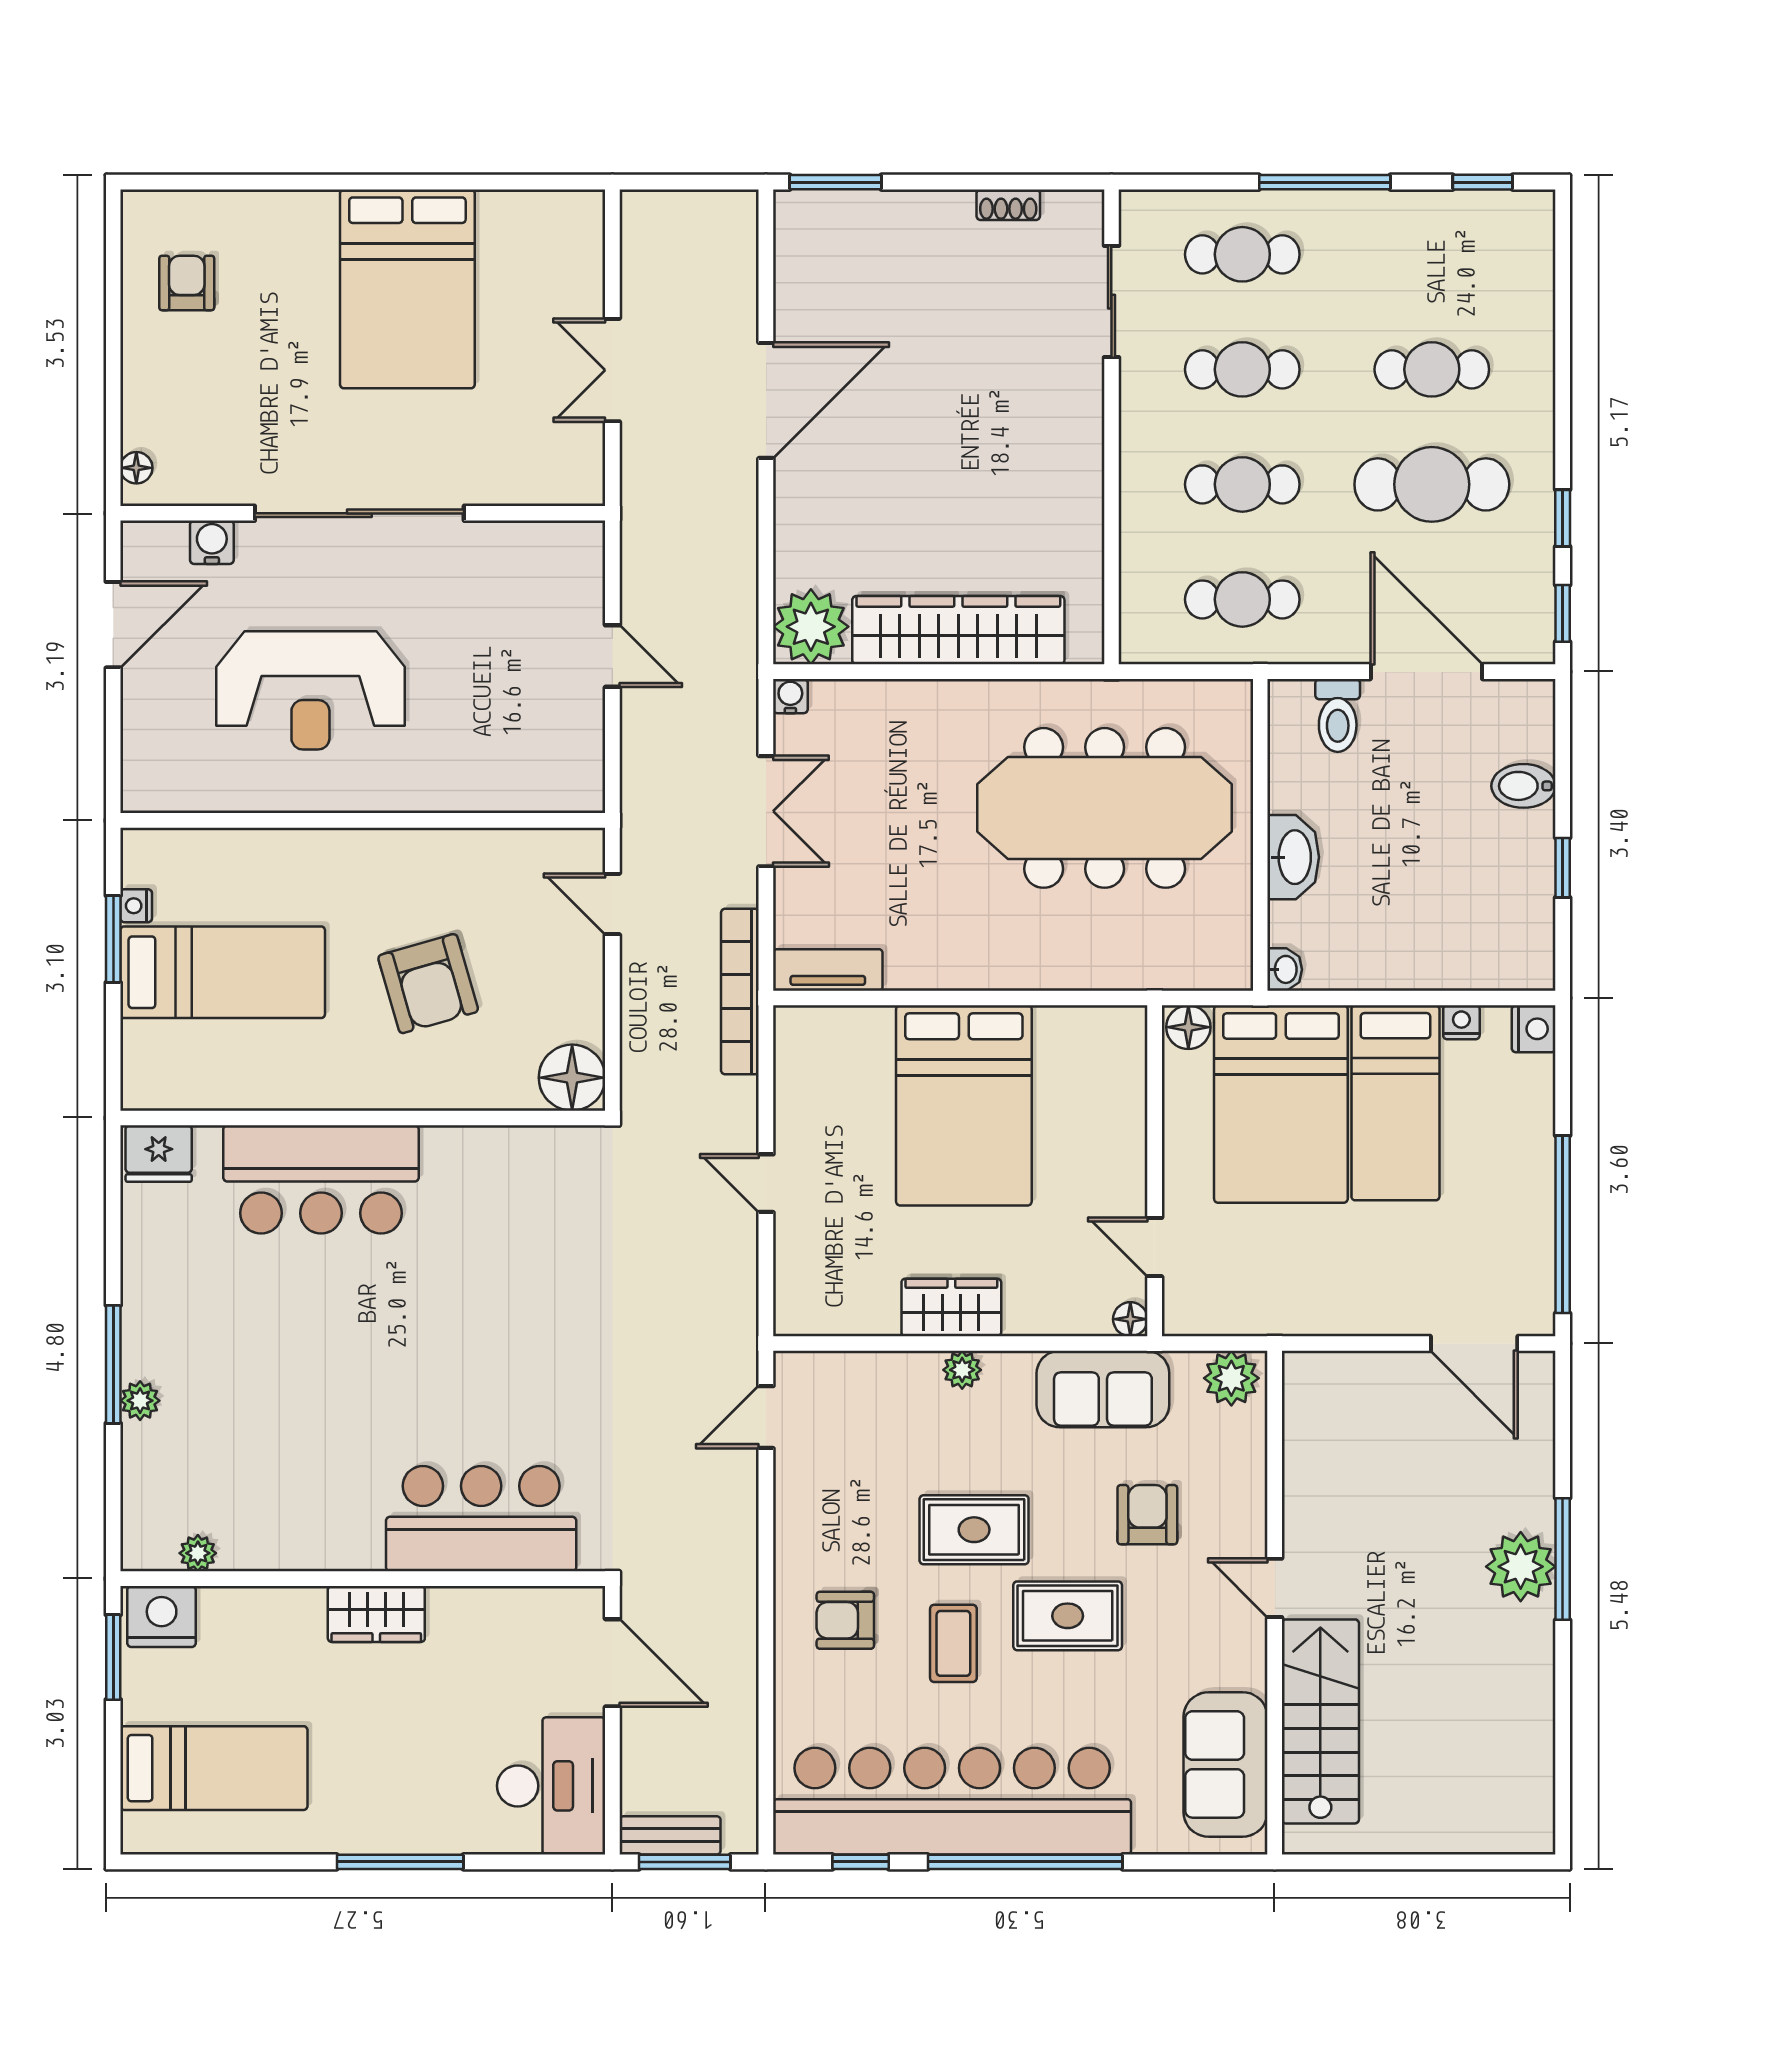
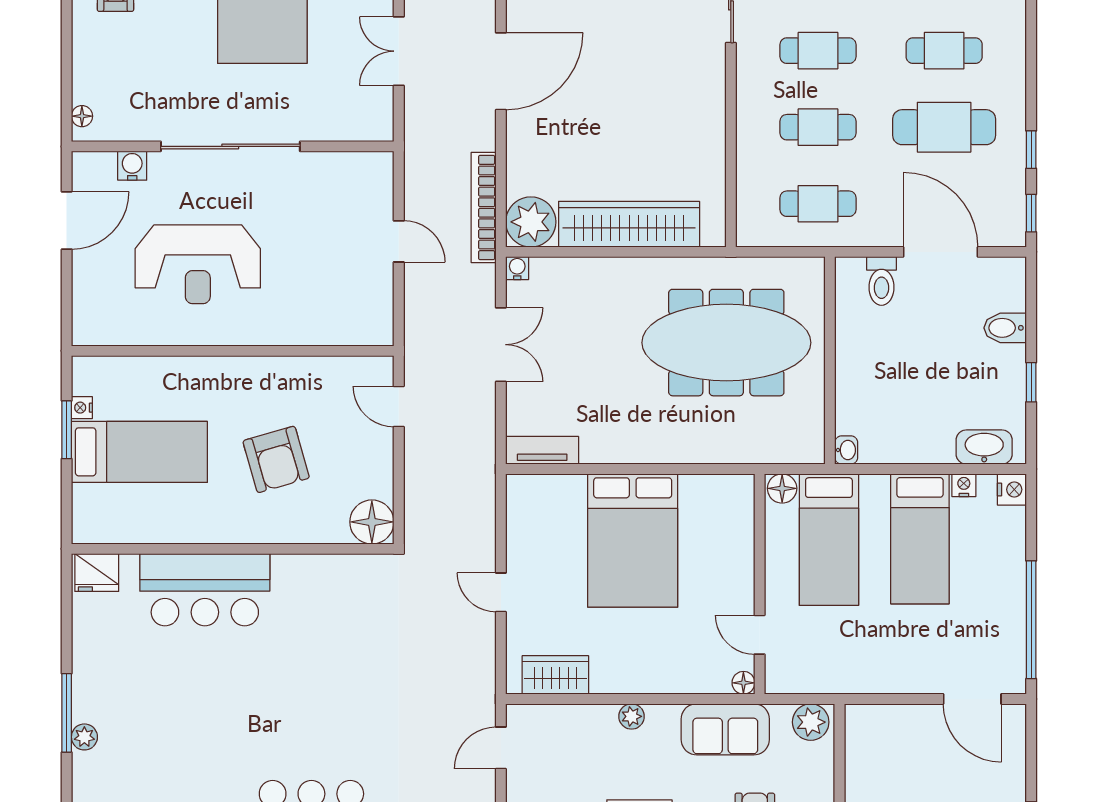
washbasin: (1293, 857) -> (984, 447), moved, turned -90
bookcase: (740, 992) -> (484, 207), moved
bed: (1281, 1104) -> (829, 540), width x0.67
wardrobe: (951, 1307) -> (555, 675), moved

